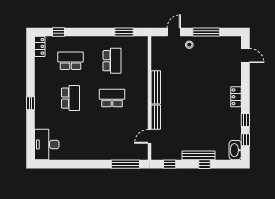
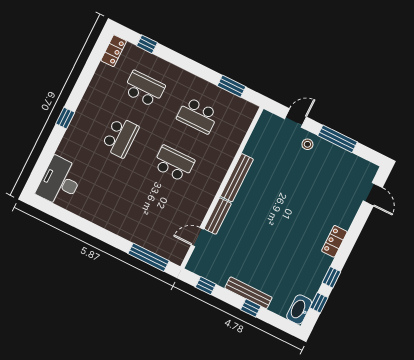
school desk: (112, 61) -> (198, 115), turned 90

